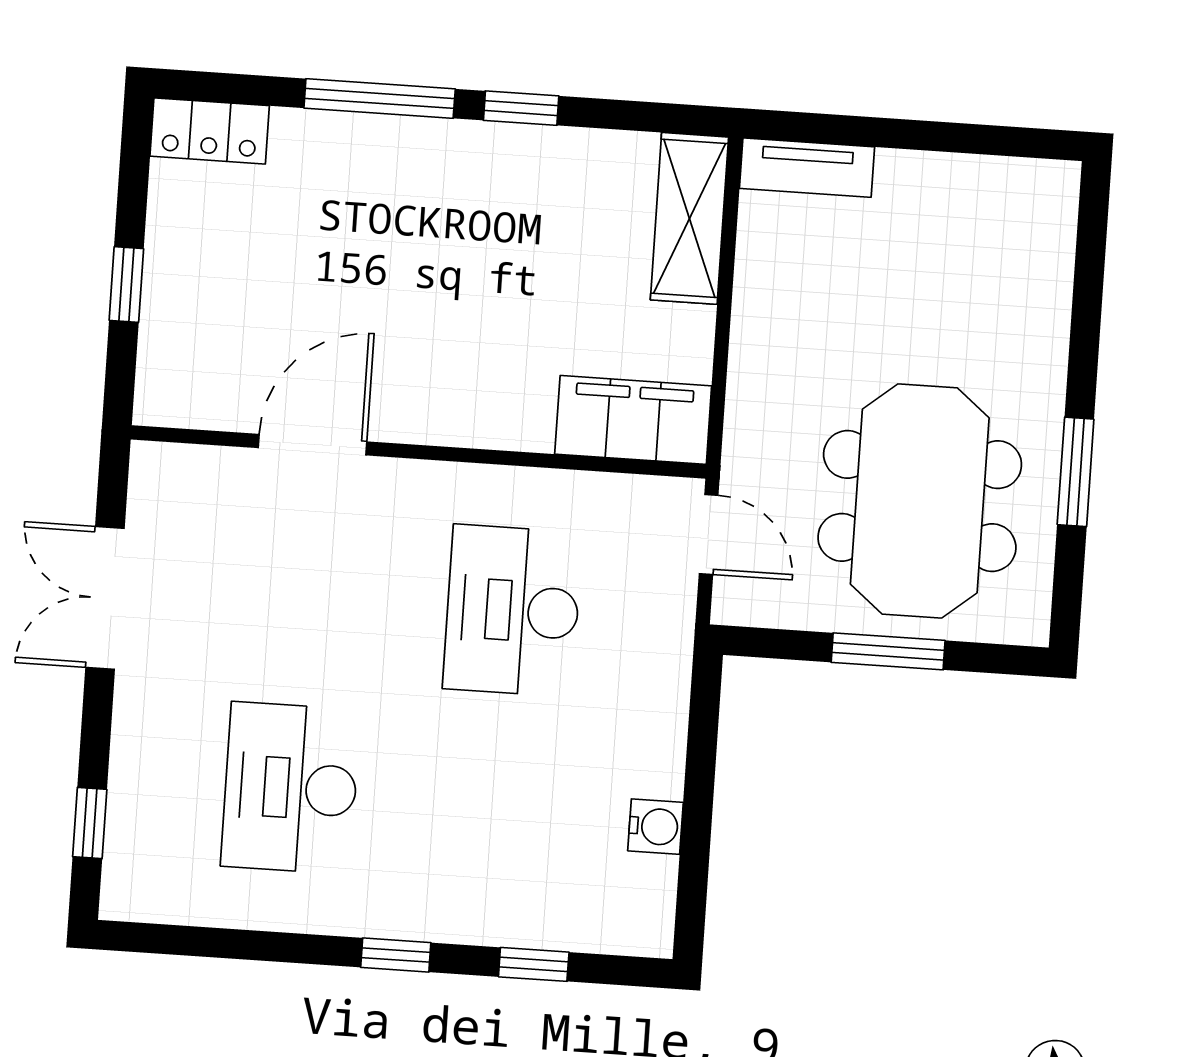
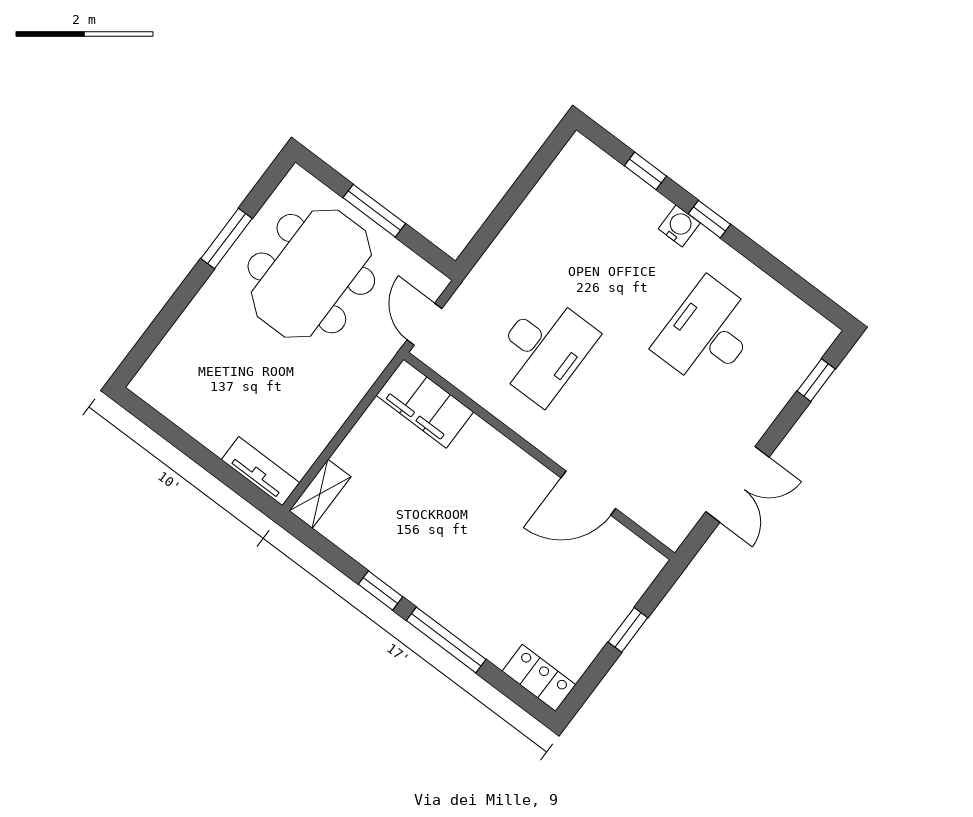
shelving: (689, 218) -> (320, 494), width x0.67, depth x0.75
desk: (291, 788) -> (708, 333), turned 180
water cooler: (655, 827) -> (679, 226), moved, turned 90

